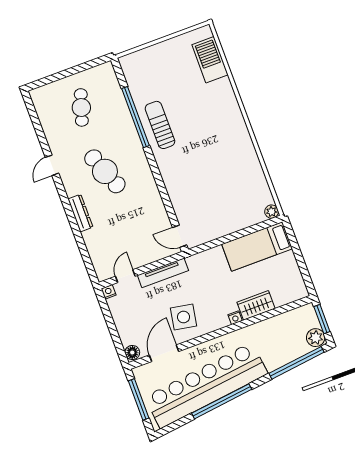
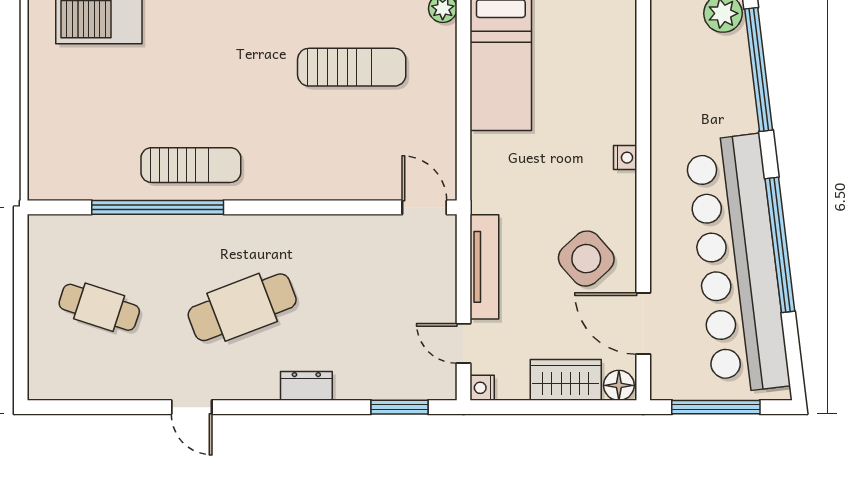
sun lounger: (160, 125) -> (191, 165), turned 180
sun lounger: (230, 181) -> (352, 67), added
dresser: (80, 213) -> (306, 386), width x0.70
door: (180, 236) -> (424, 207), swing flipped
window: (86, 258) -> (400, 407), added
wardrobe: (256, 305) -> (566, 380), moved, turned 90
side table: (184, 317) -> (586, 259), turned 38

